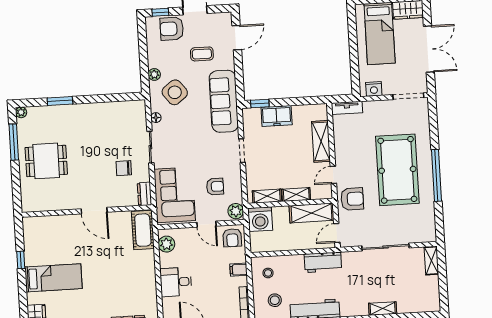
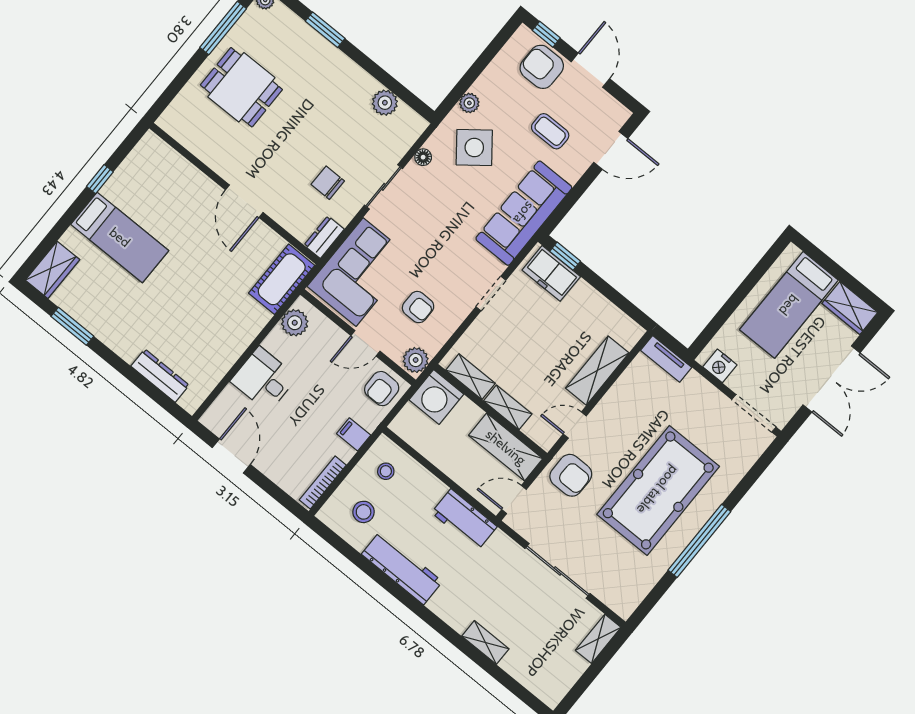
plant: (116, 109) -> (385, 103), added
freezer: (277, 116) -> (551, 273), moved
door: (206, 224) -> (365, 343), hinge flipped

